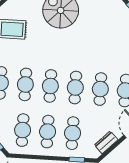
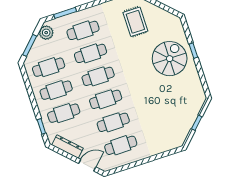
dresser: (106, 142) -> (67, 147), width x1.44

